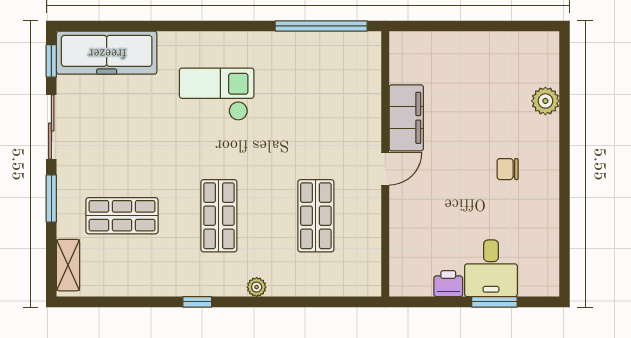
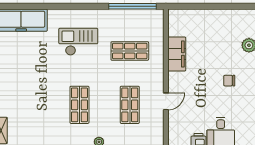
door: (385, 169) -> (166, 101), moved
shop shelf: (122, 216) -> (130, 51), moved

